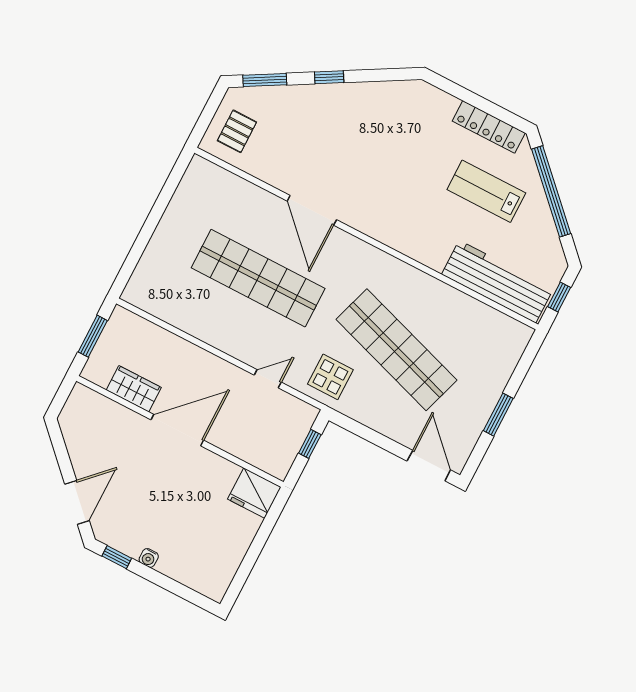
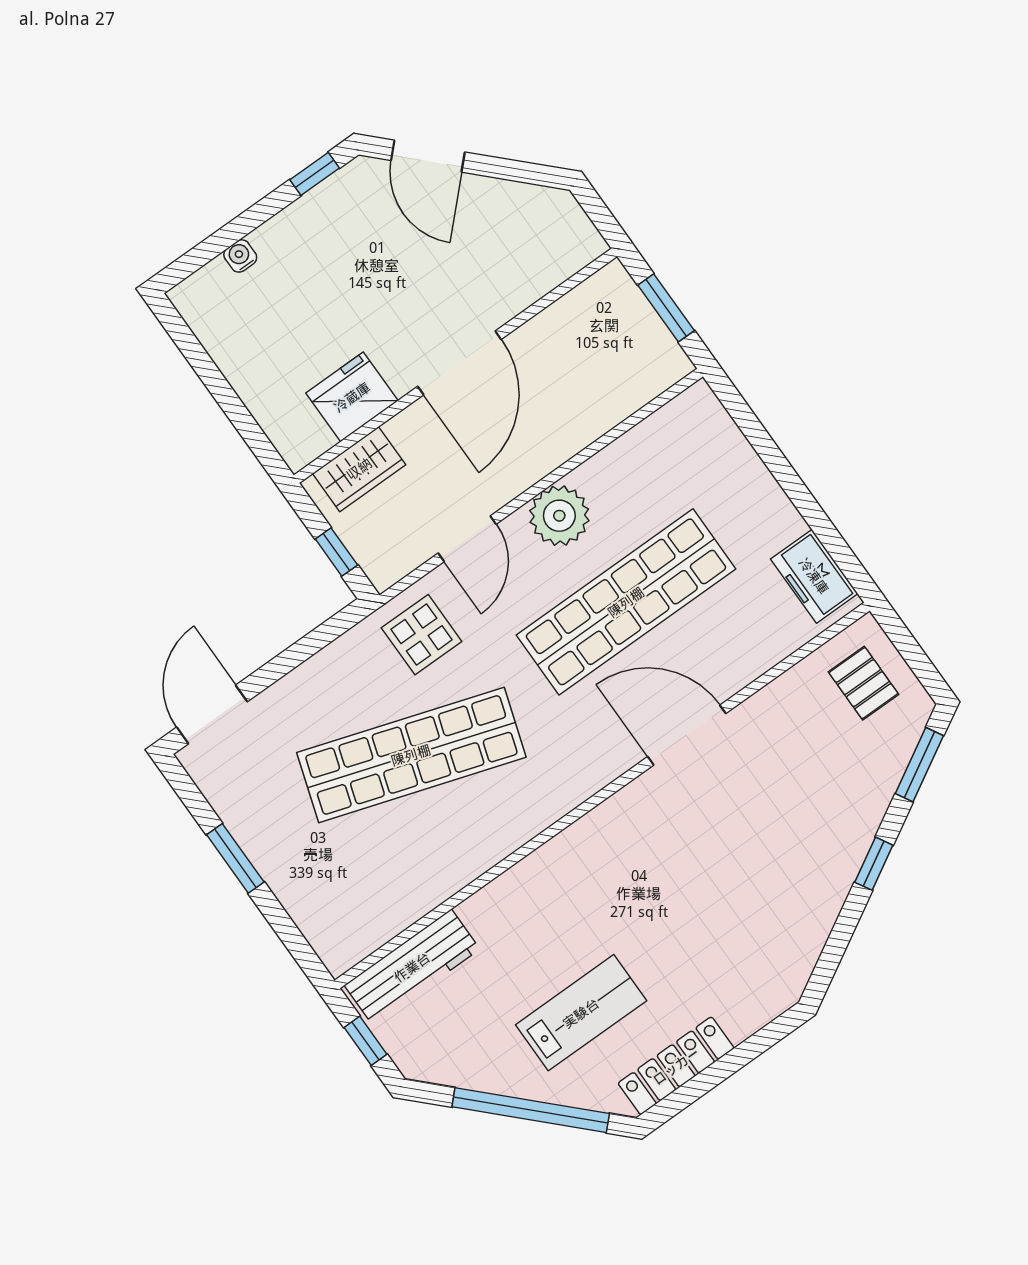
freezer: (194, 186) -> (814, 576), added
workbench: (497, 282) -> (412, 967), width x0.73, depth x0.76
plant: (231, 336) -> (559, 516), added
door: (268, 379) -> (467, 539), width x1.37
wardrobe: (134, 389) -> (359, 469), moved
door: (429, 466) -> (212, 714), swing flipped
fridge: (254, 493) -> (352, 397), moved
water cooler: (149, 558) -> (240, 256), moved

